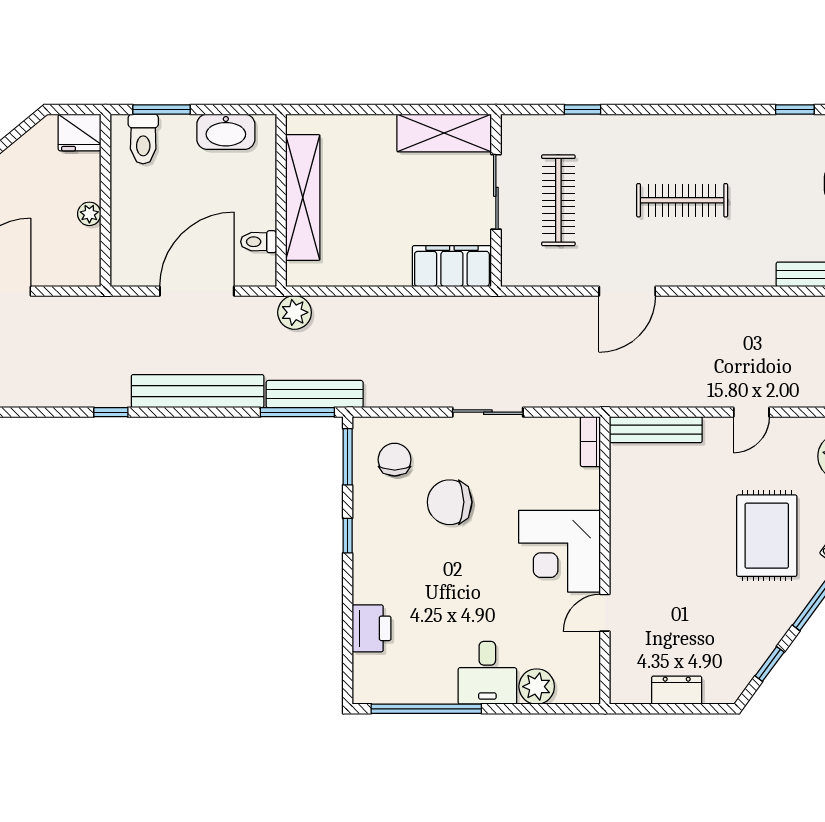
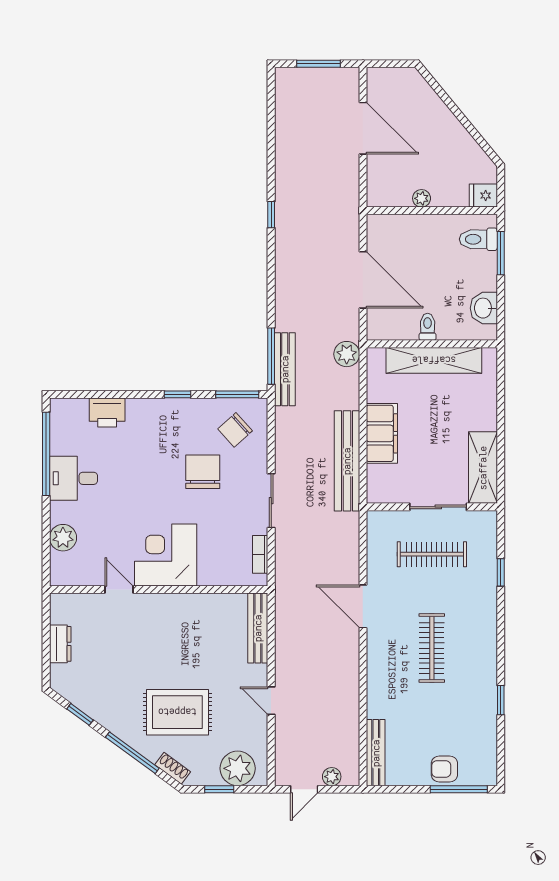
window: (795, 109) -> (501, 700), moved
fridge: (80, 132) -> (483, 196), width x0.72
washbasin: (226, 132) -> (484, 308), width x0.72
toilet: (259, 242) -> (428, 327), moved
filing cabinet: (452, 266) -> (382, 433), moved
bench: (198, 391) -> (347, 461), moved
bookcase: (590, 442) -> (260, 554), moved, turned -90
chair: (395, 460) -> (235, 430), turned 138
desk: (487, 673) -> (73, 478), moved

